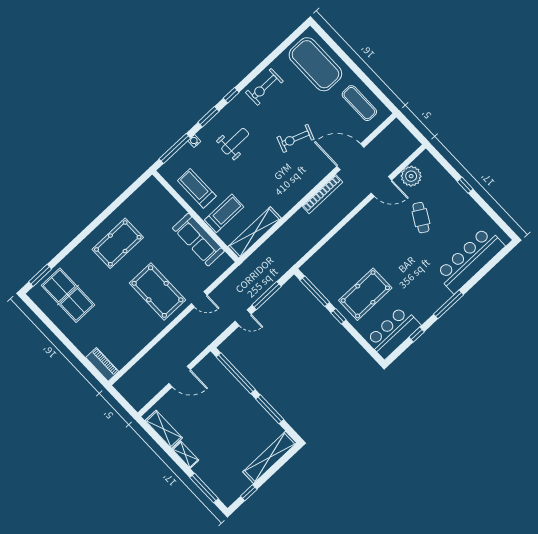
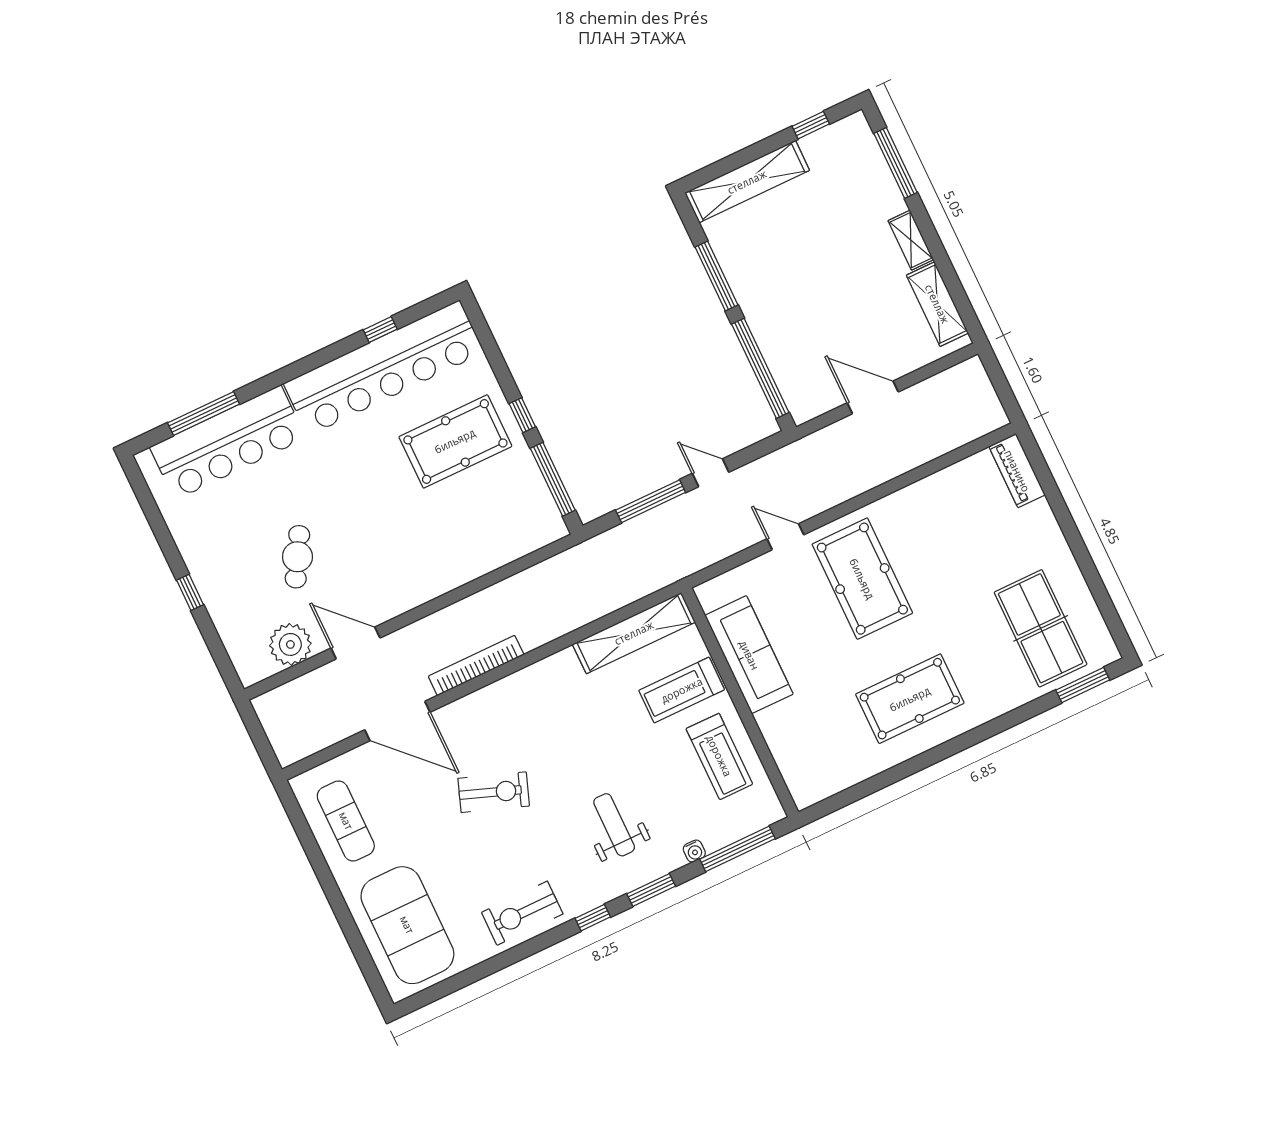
exercise bike: (264, 87) -> (522, 913), turned 180
weight bench: (235, 141) -> (614, 825), turned 90
window: (449, 304) -> (204, 413), moved
bar counter: (393, 332) -> (384, 368), width x1.86

